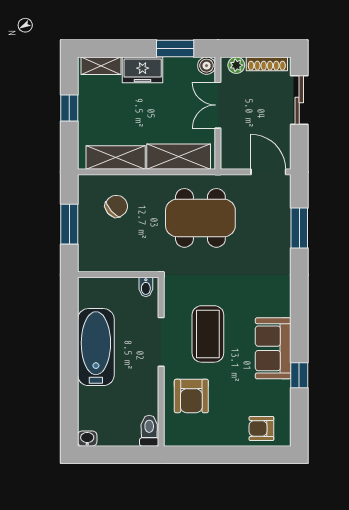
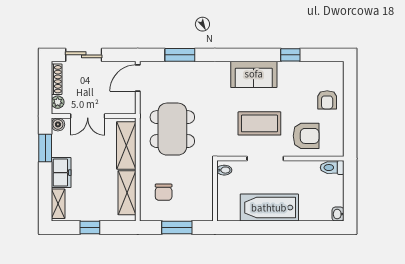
chair: (116, 206) -> (164, 192), turned -138
sofa: (273, 348) -> (254, 74), moved
armchair: (261, 428) -> (327, 100), moved

